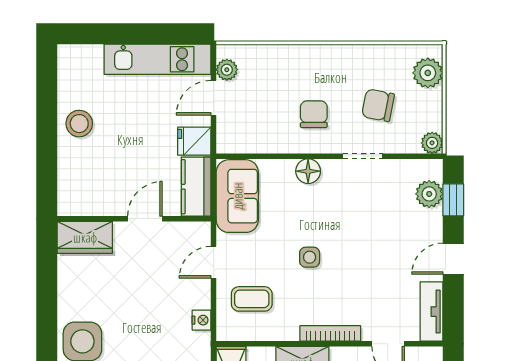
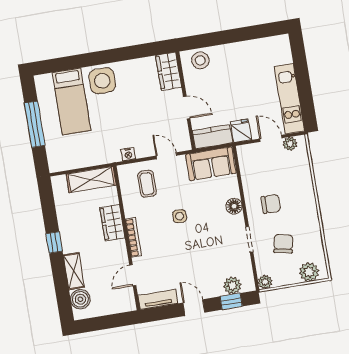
stool: (79, 124) -> (200, 60), moved

